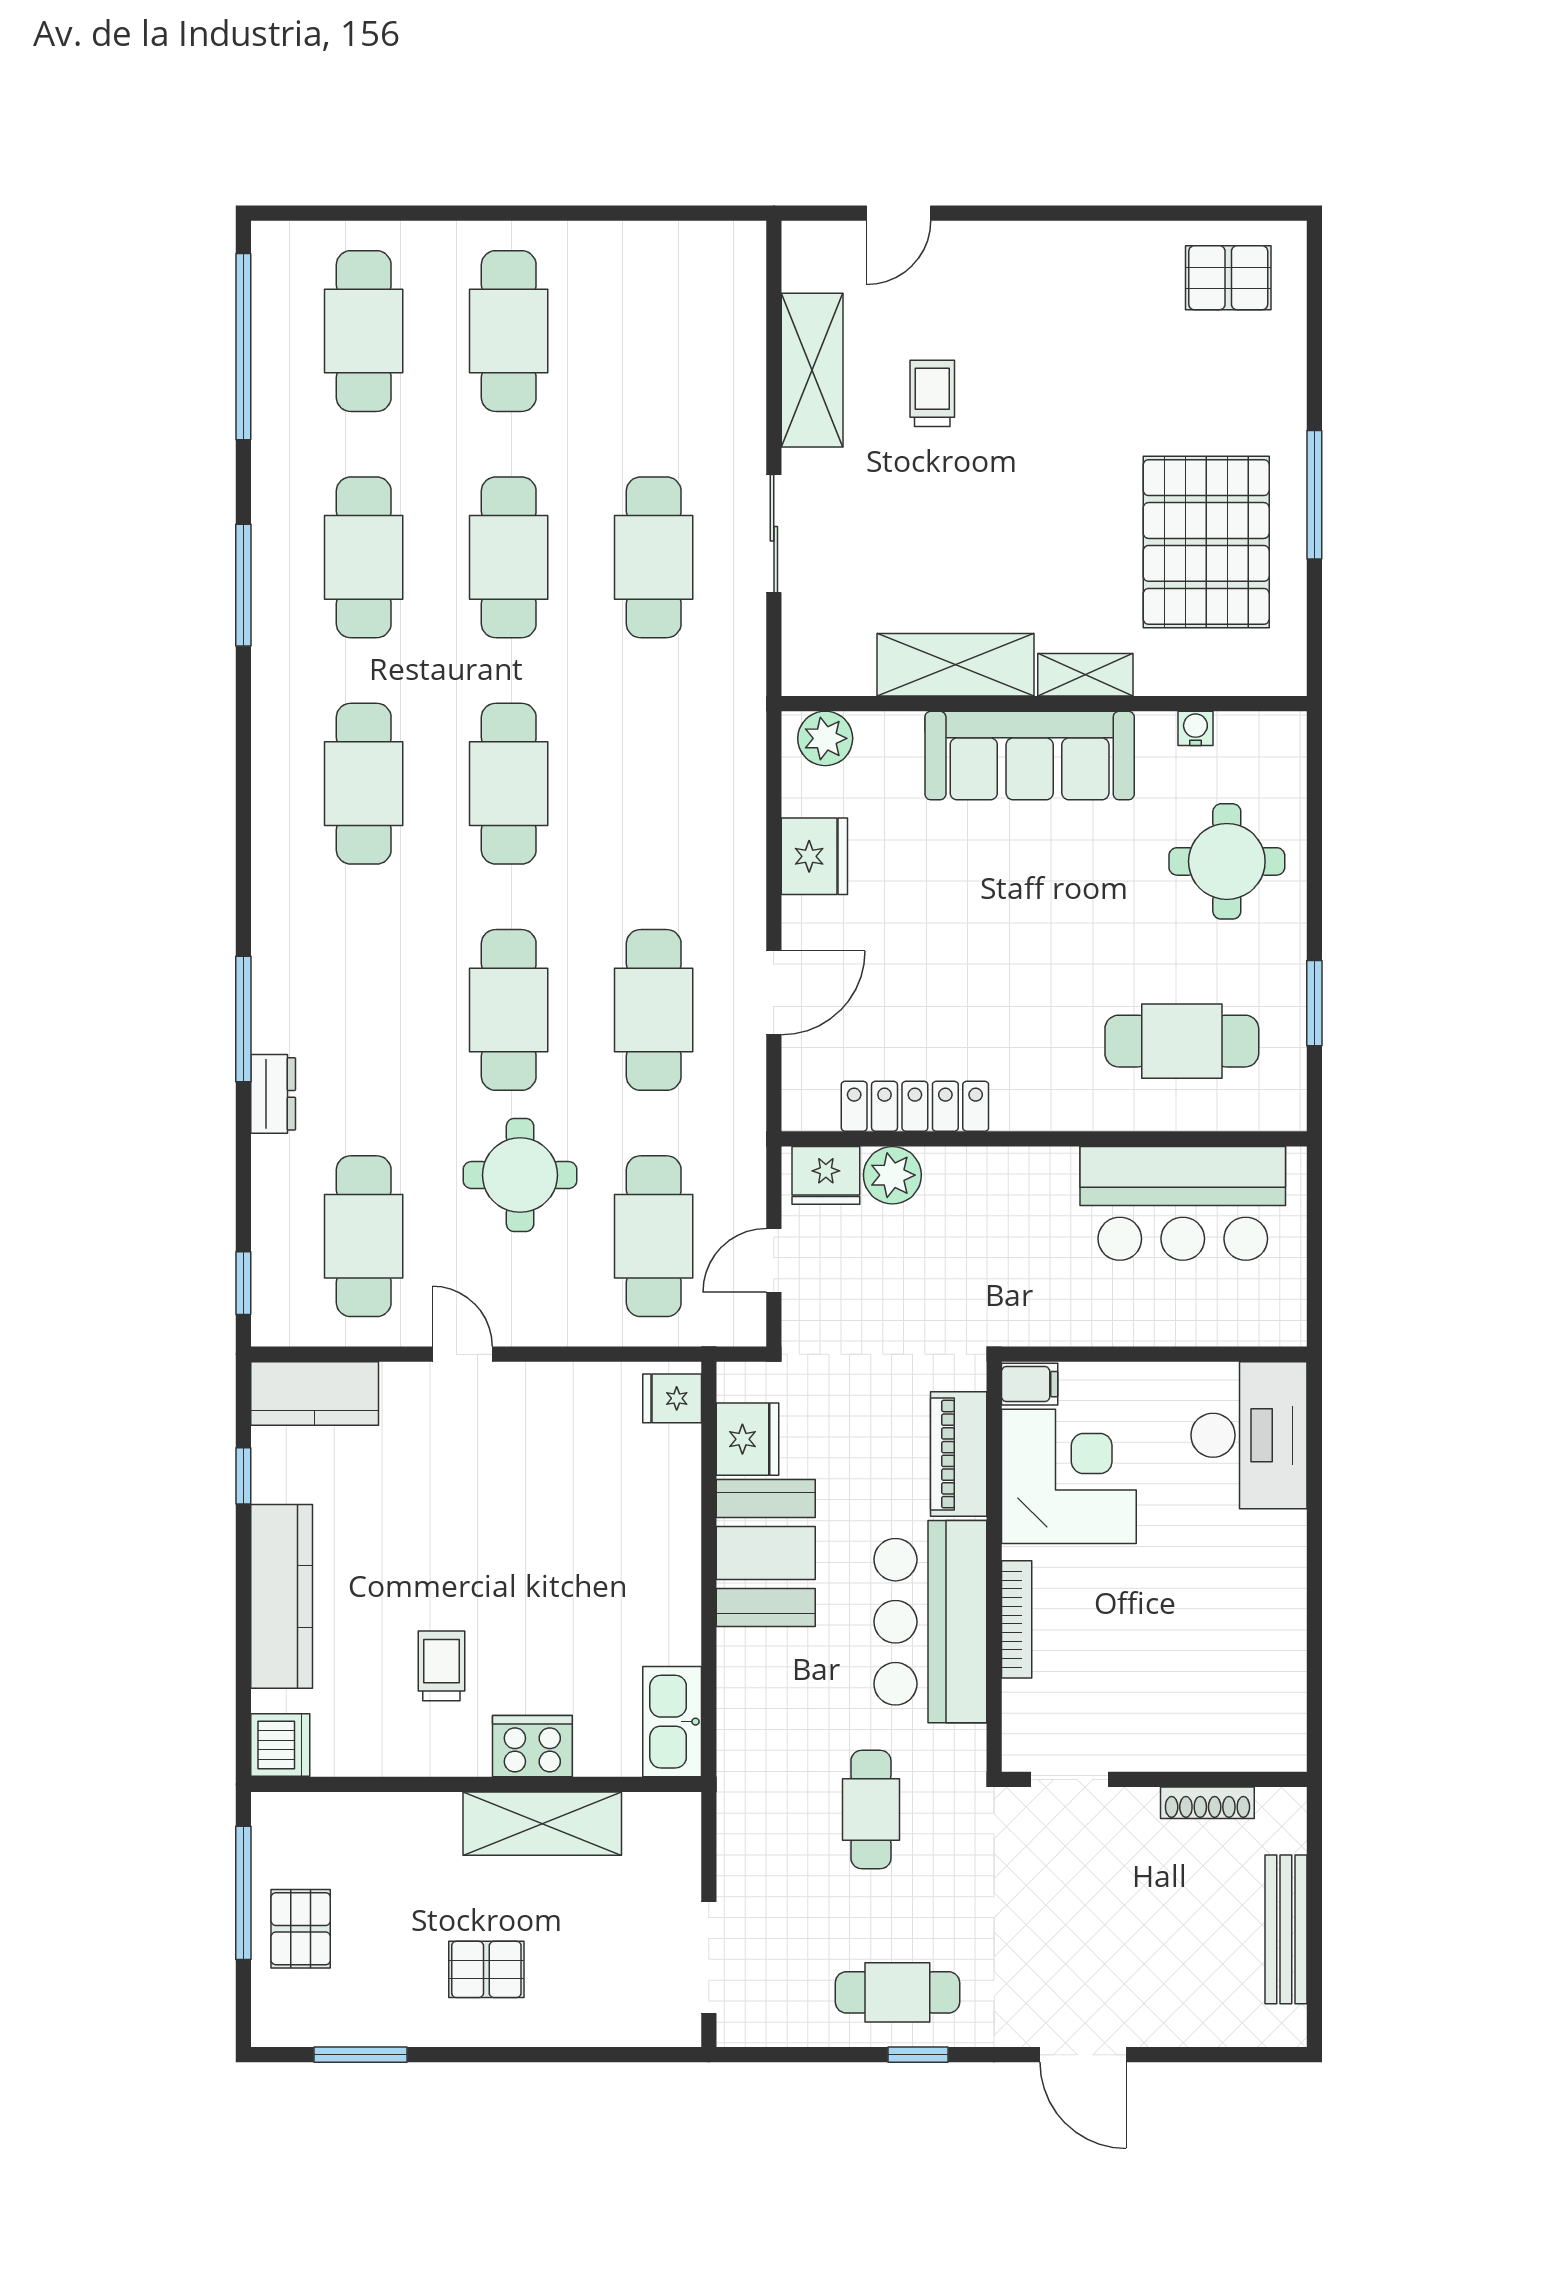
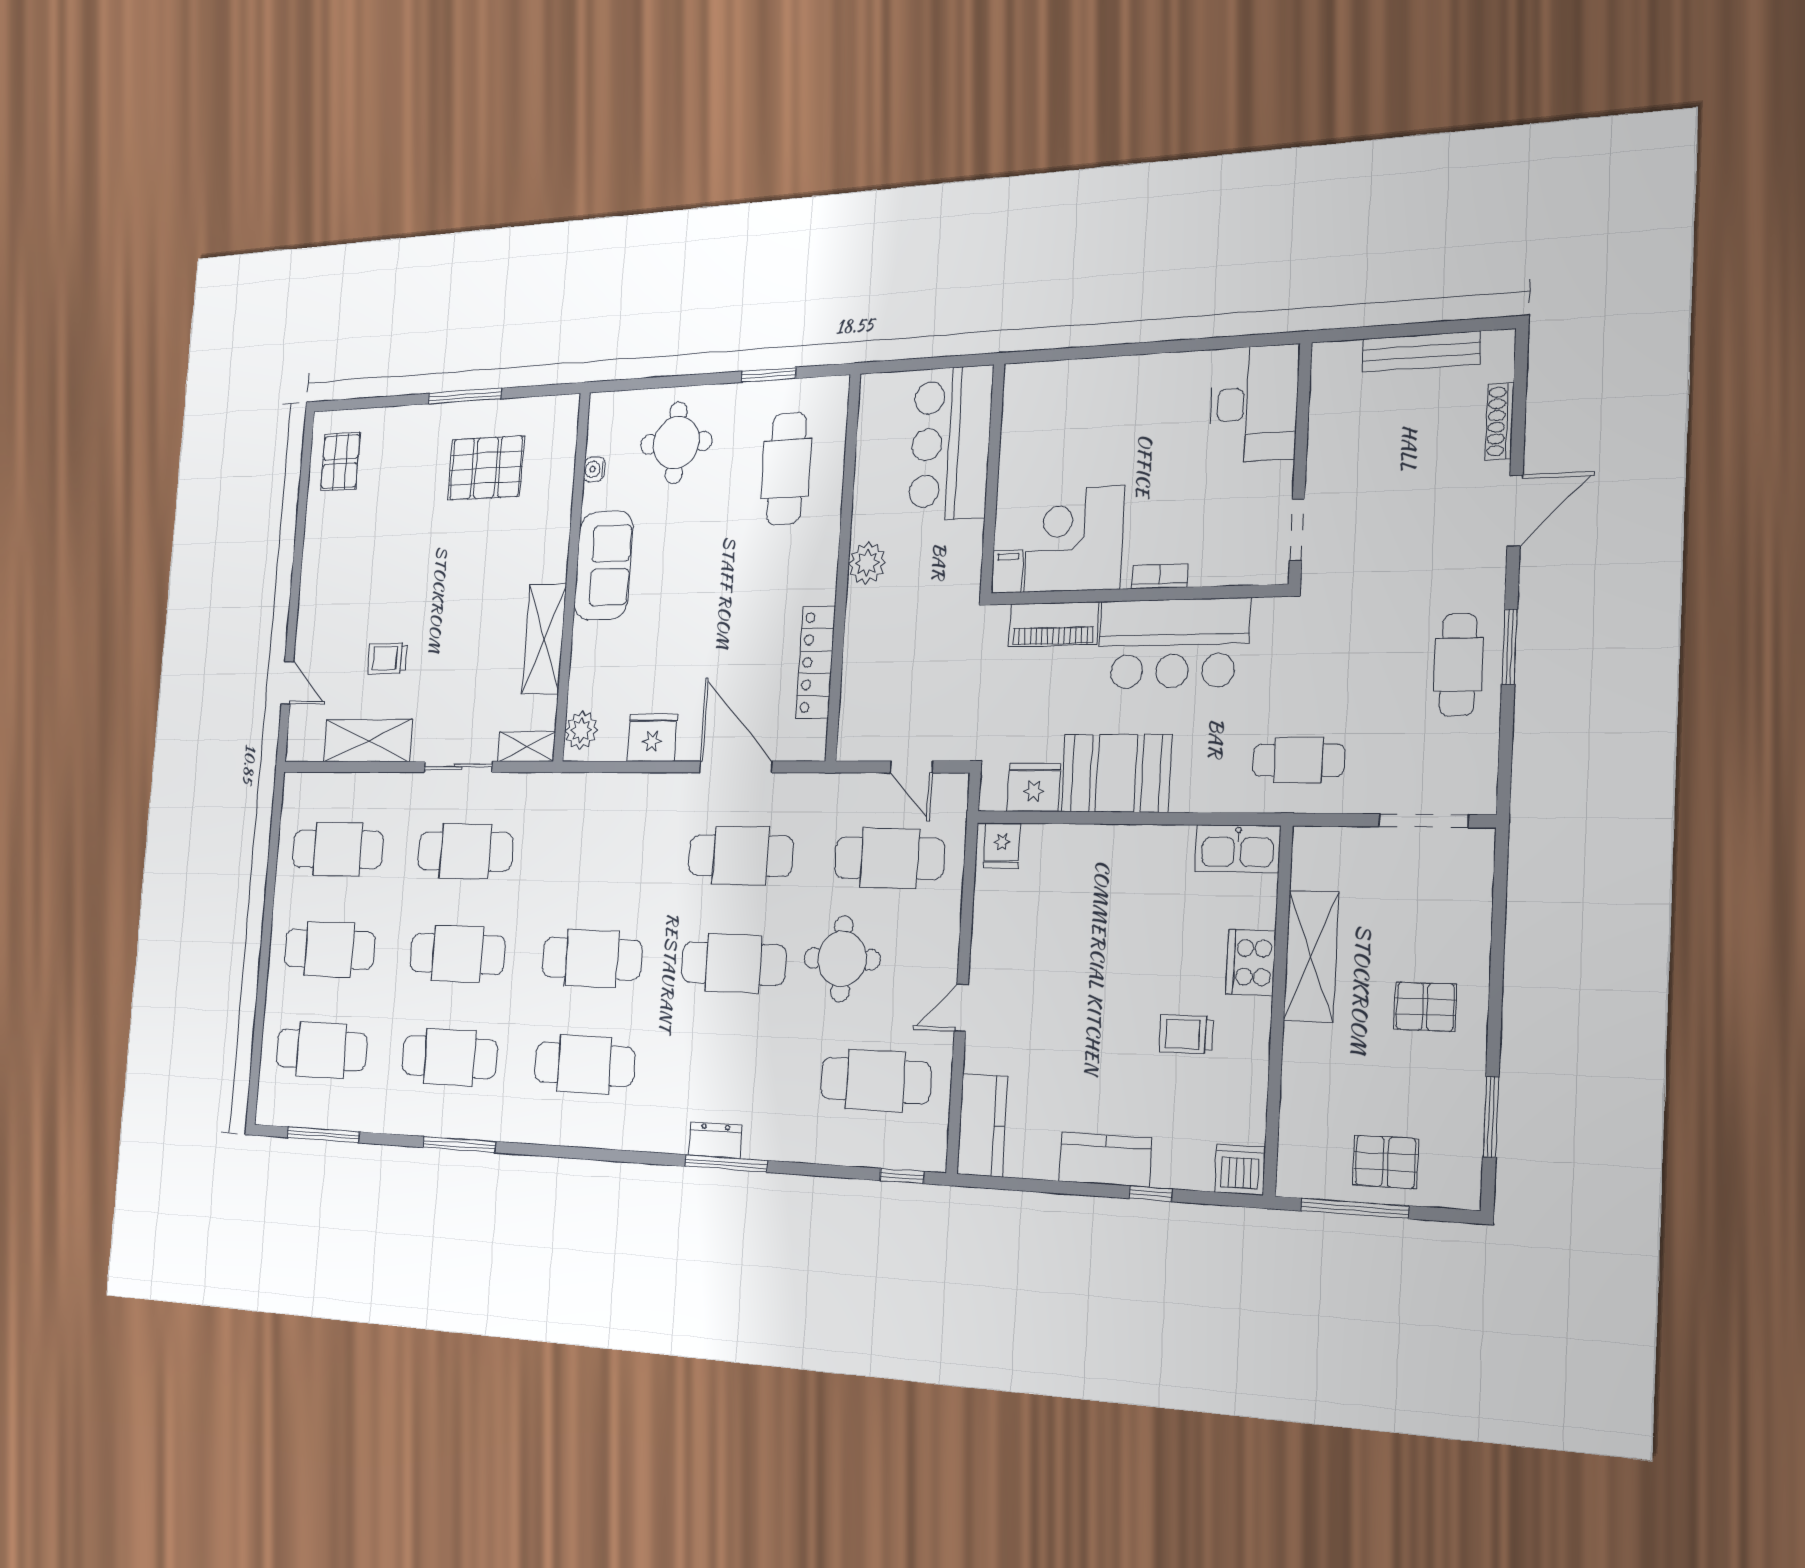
cafe table: (654, 331) -> (338, 849), added
window: (243, 347) -> (323, 1135), width x0.68
pallet: (1206, 542) -> (486, 468), width x0.73, depth x0.71
shelving: (1085, 675) -> (527, 747), moved, turned 90
sofa: (1030, 756) -> (603, 566), width x0.73
door: (774, 993) -> (736, 767), width x1.36
dresser: (273, 1094) -> (715, 1140), moved
fridge: (826, 1175) -> (857, 728), removed
plant: (892, 1175) -> (867, 563), moved
bar counter: (1183, 1203) -> (951, 443), moved, turned 180
desk: (1249, 1435) -> (1254, 404), moved, turned 90
window: (243, 1476) -> (1150, 1194), moved
kitchen counter: (282, 1596) -> (1105, 1160), width x0.67
bookcase: (1017, 1619) -> (1160, 576), width x0.64
shoe rack: (1207, 1803) -> (1500, 421), moved, turned 180
cafe table: (871, 1809) -> (1298, 760), moved
pallet: (486, 1969) -> (1425, 1007), turned 90
window: (918, 2055) -> (1510, 647), width x1.50

